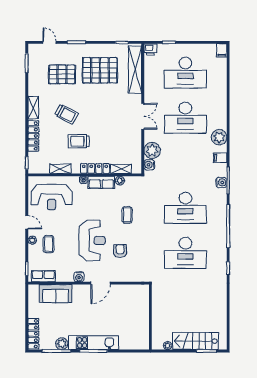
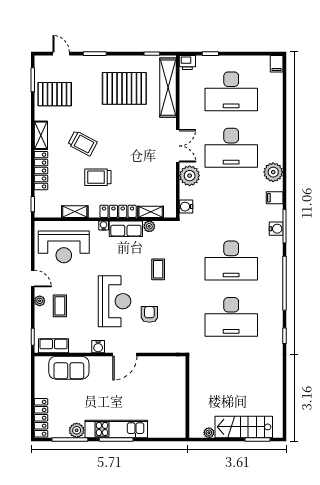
pallet: (62, 74) -> (55, 94), moved
plant: (152, 150) -> (190, 176), moved

